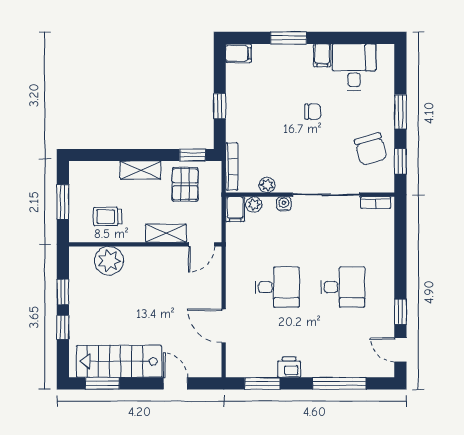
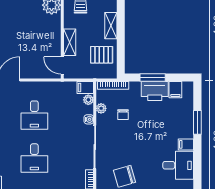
filing cabinet: (238, 53) -> (175, 90), moved
printer: (240, 103) -> (155, 91), added
window: (220, 106) -> (153, 77), width x1.50
chair: (313, 112) -> (123, 115), moved
window: (192, 155) -> (121, 60), removed

